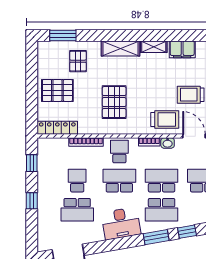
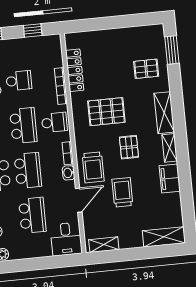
pallet: (57, 90) -> (129, 147), moved, width x0.67, depth x0.71
locker: (57, 128) -> (75, 70), moved

